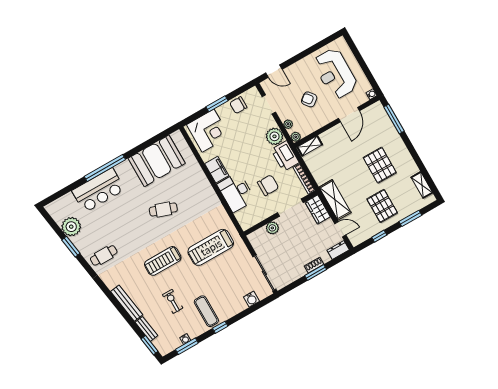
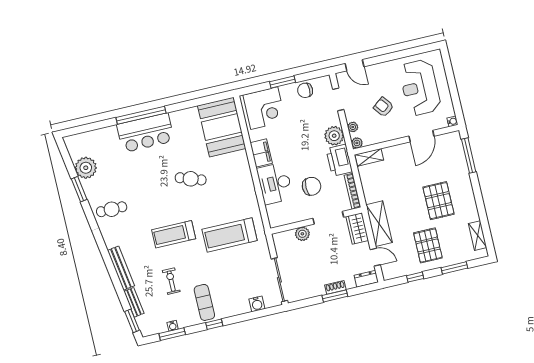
booth: (157, 161) -> (222, 127), moved, turned 90
bar counter: (98, 190) -> (146, 133), moved

